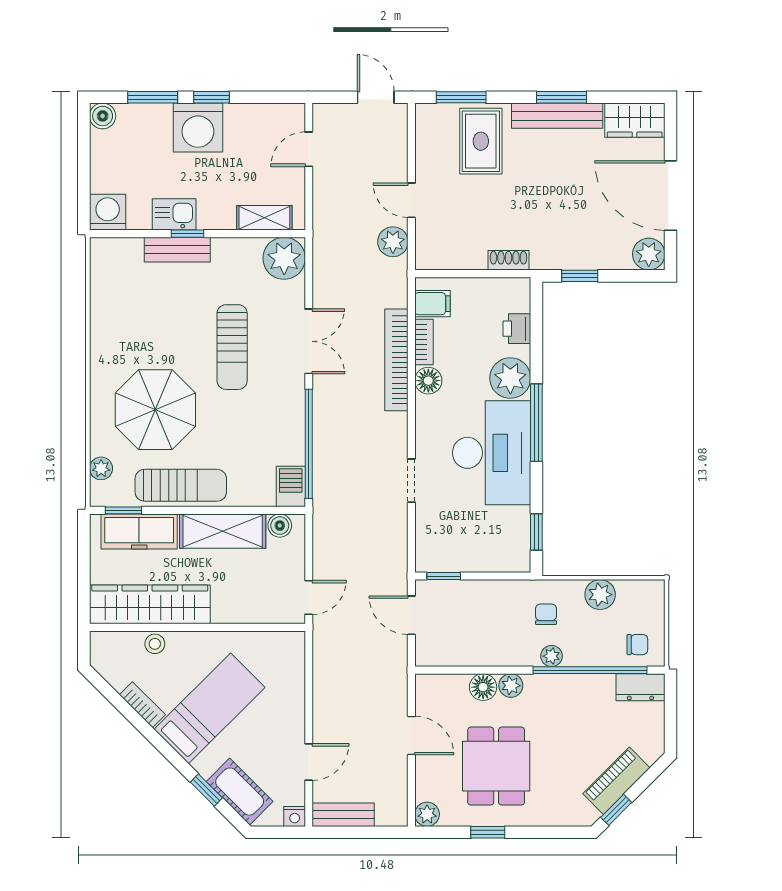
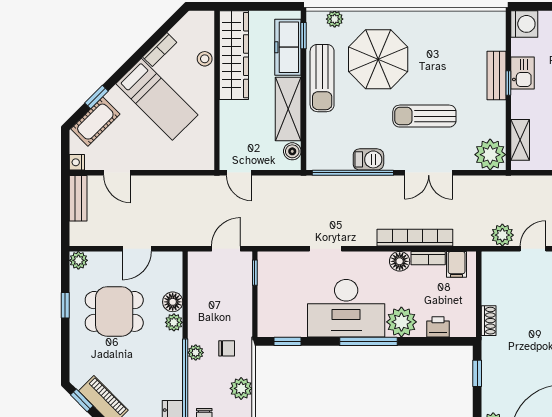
barbecue: (291, 487) -> (368, 159), moved

